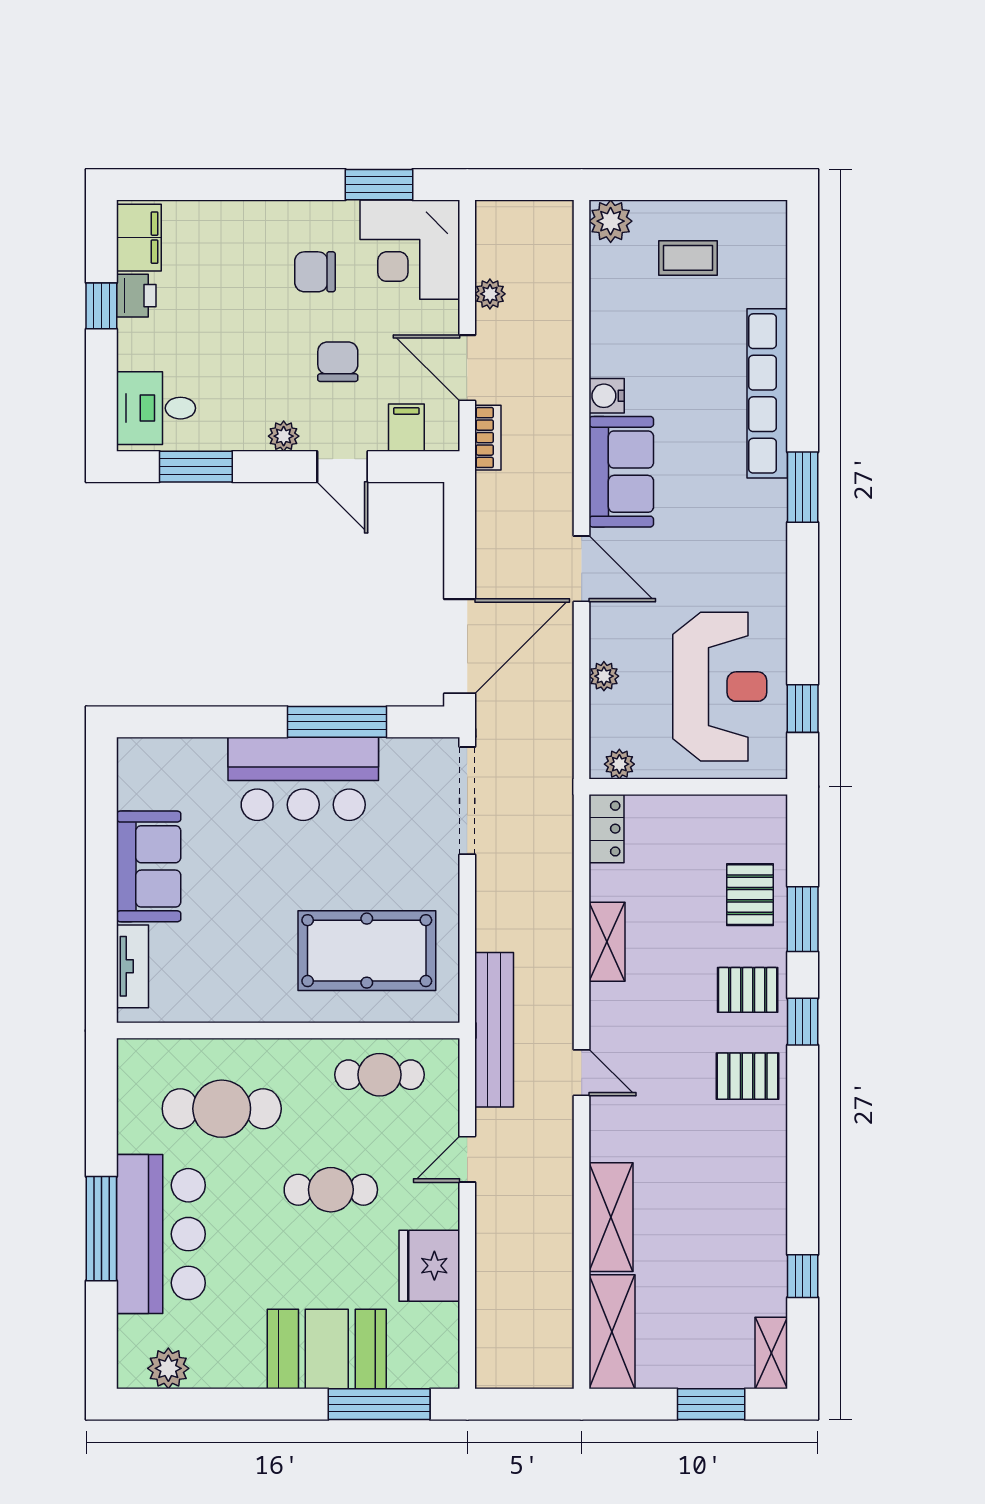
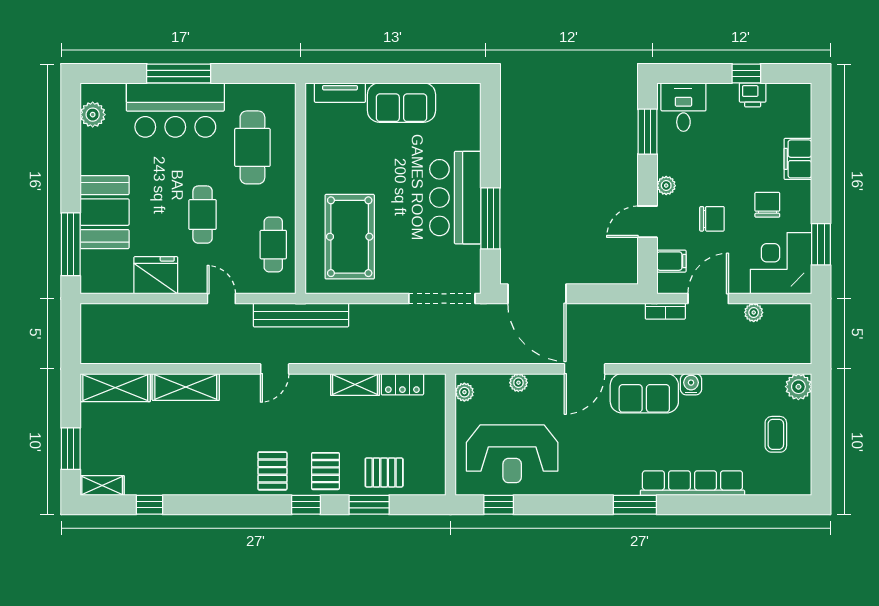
filing cabinet: (139, 238) -> (798, 159), moved, turned 90
locker: (607, 829) -> (402, 384), moved

